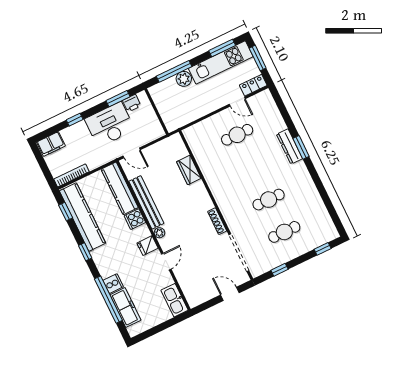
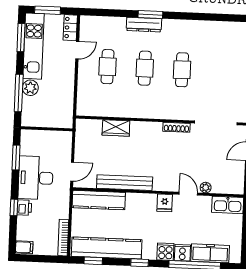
printer: (132, 103) -> (24, 208), moved
filing cabinet: (51, 144) -> (24, 247), width x0.50
cooker: (135, 219) -> (165, 252), moved, turned 180
cafe table: (284, 232) -> (145, 68), moved
plant: (159, 233) -> (206, 188), moved

